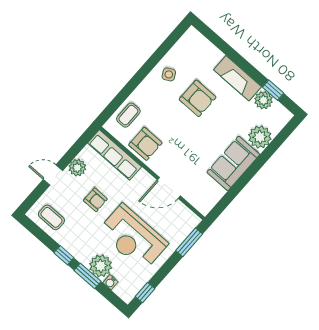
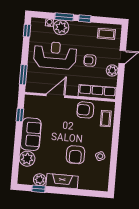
armchair: (198, 98) -> (75, 155), turned -90
window: (229, 196) -> (20, 115), added

